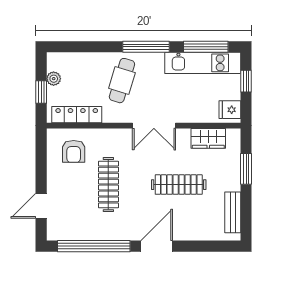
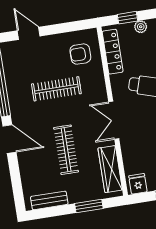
wardrobe: (208, 138) -> (110, 169), width x1.50

